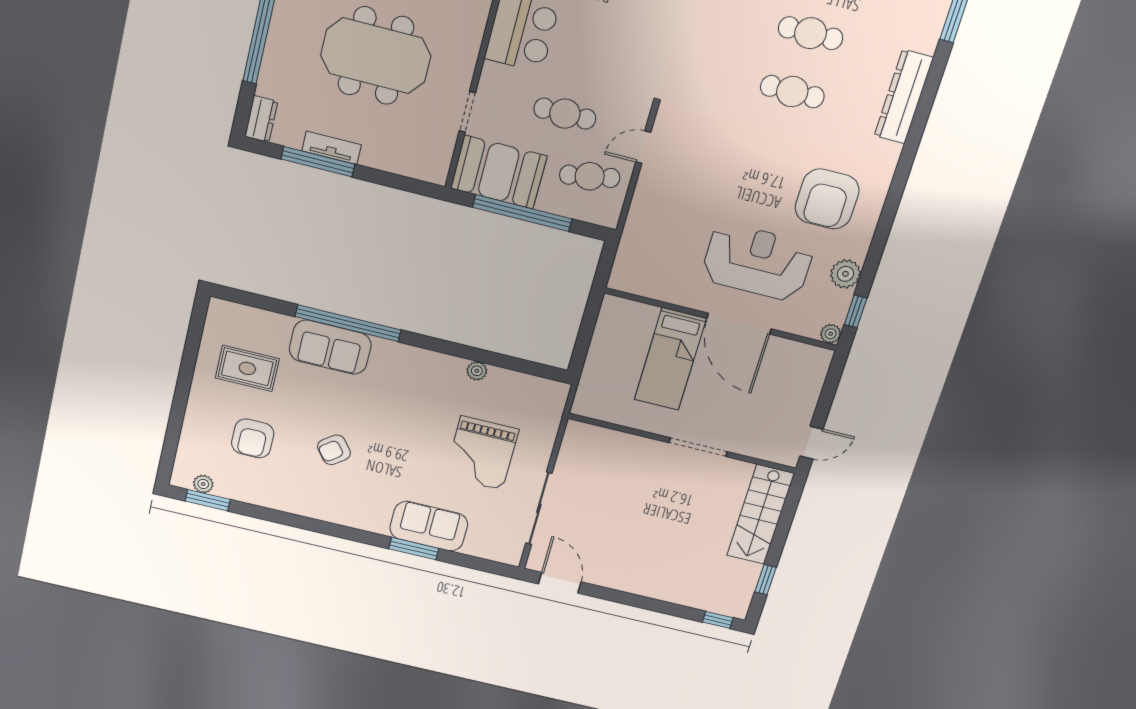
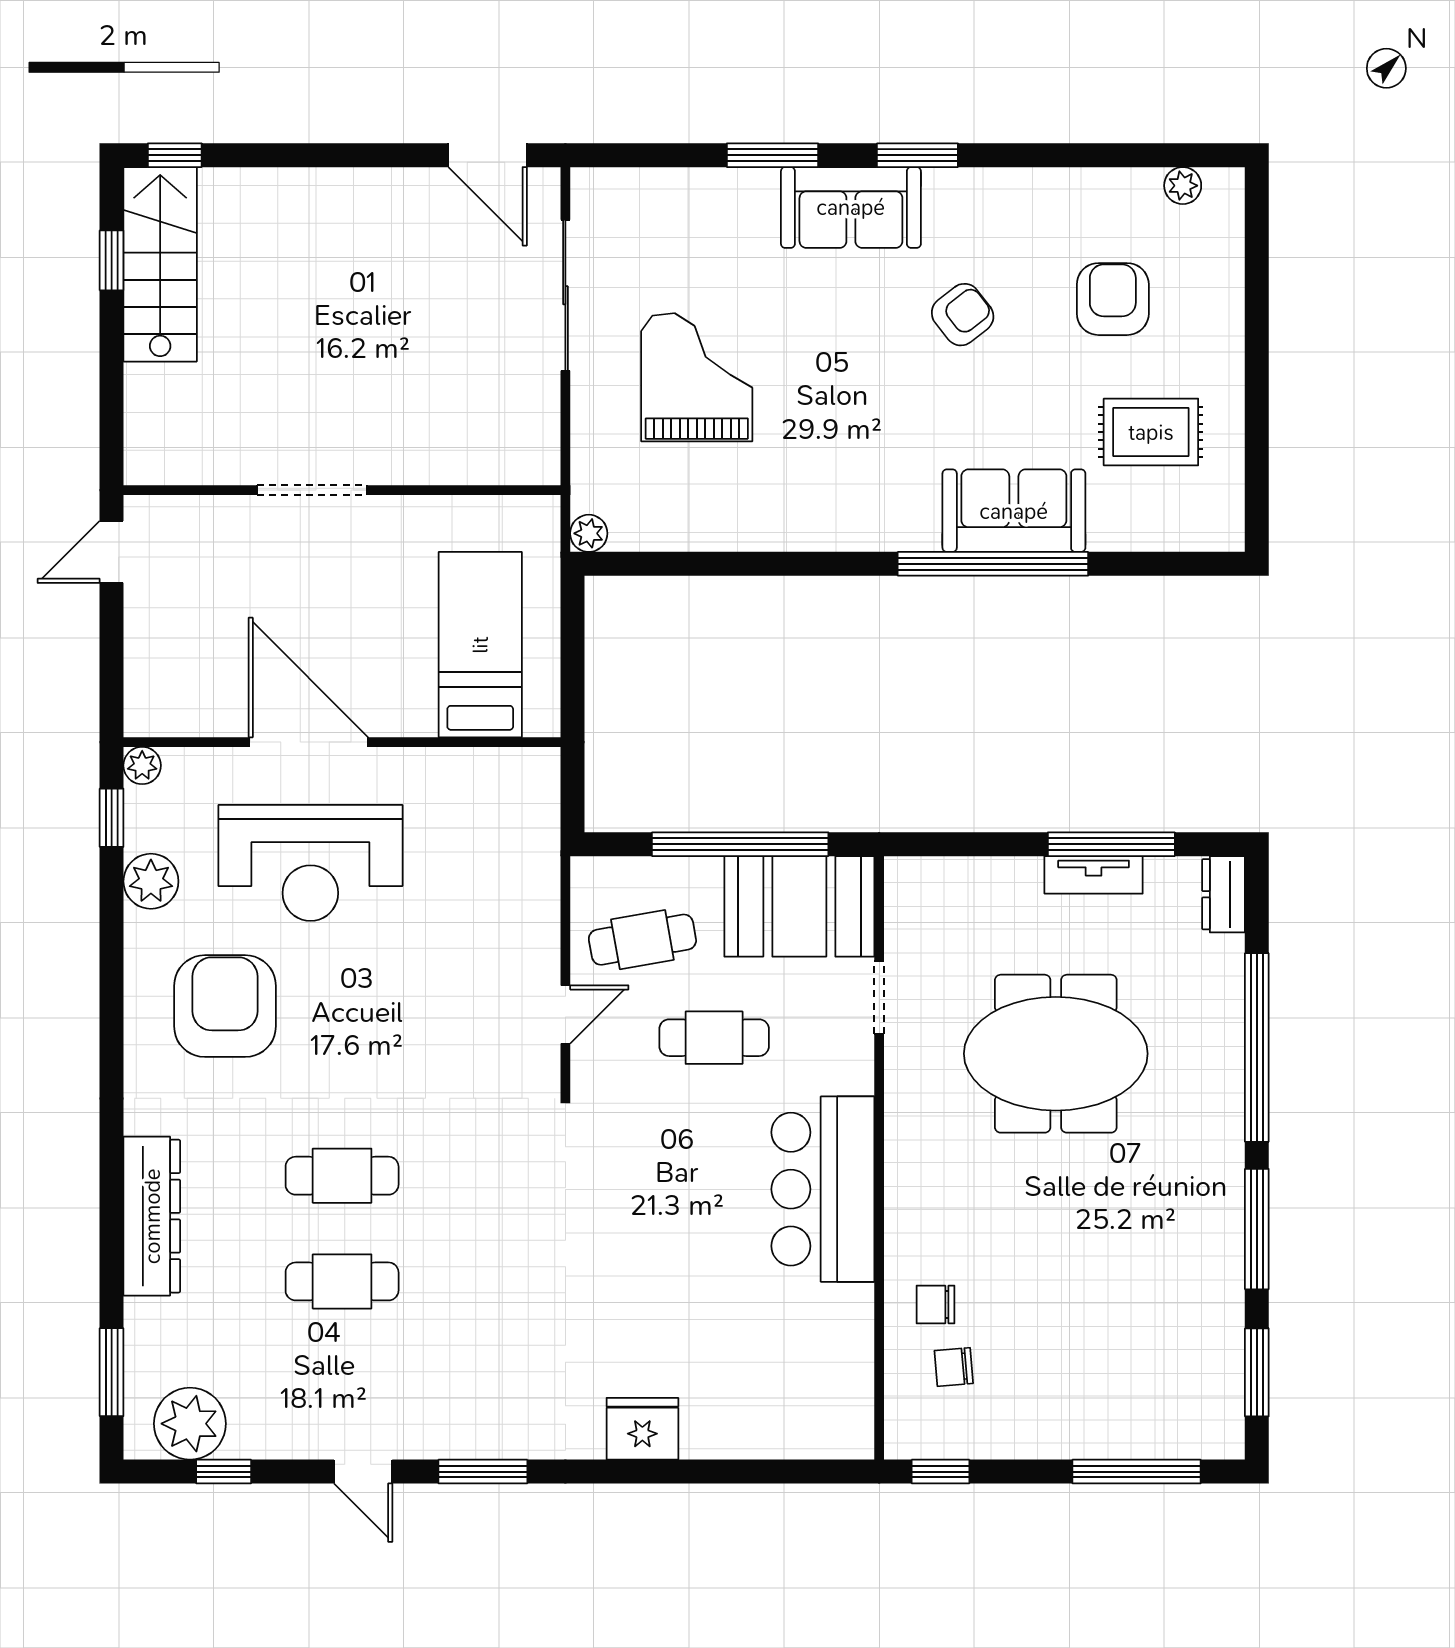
bed: (670, 359) -> (480, 645), moved
plant: (477, 371) -> (589, 533), moved
window: (208, 500) -> (917, 155), moved
stairs: (761, 514) -> (160, 264), moved
sofa: (429, 526) -> (851, 207), moved

